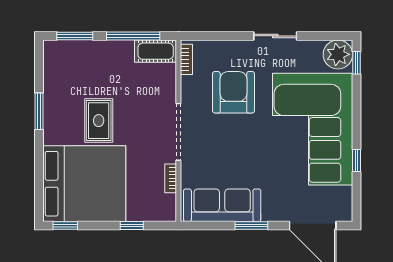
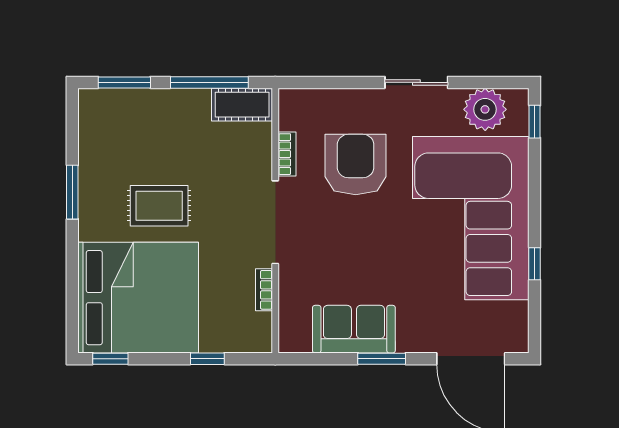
plant: (338, 54) -> (485, 109), moved
bookcase: (186, 59) -> (287, 154), moved
rug: (99, 121) -> (159, 206), turned 90
sofa: (222, 205) -> (354, 329), width x0.73

